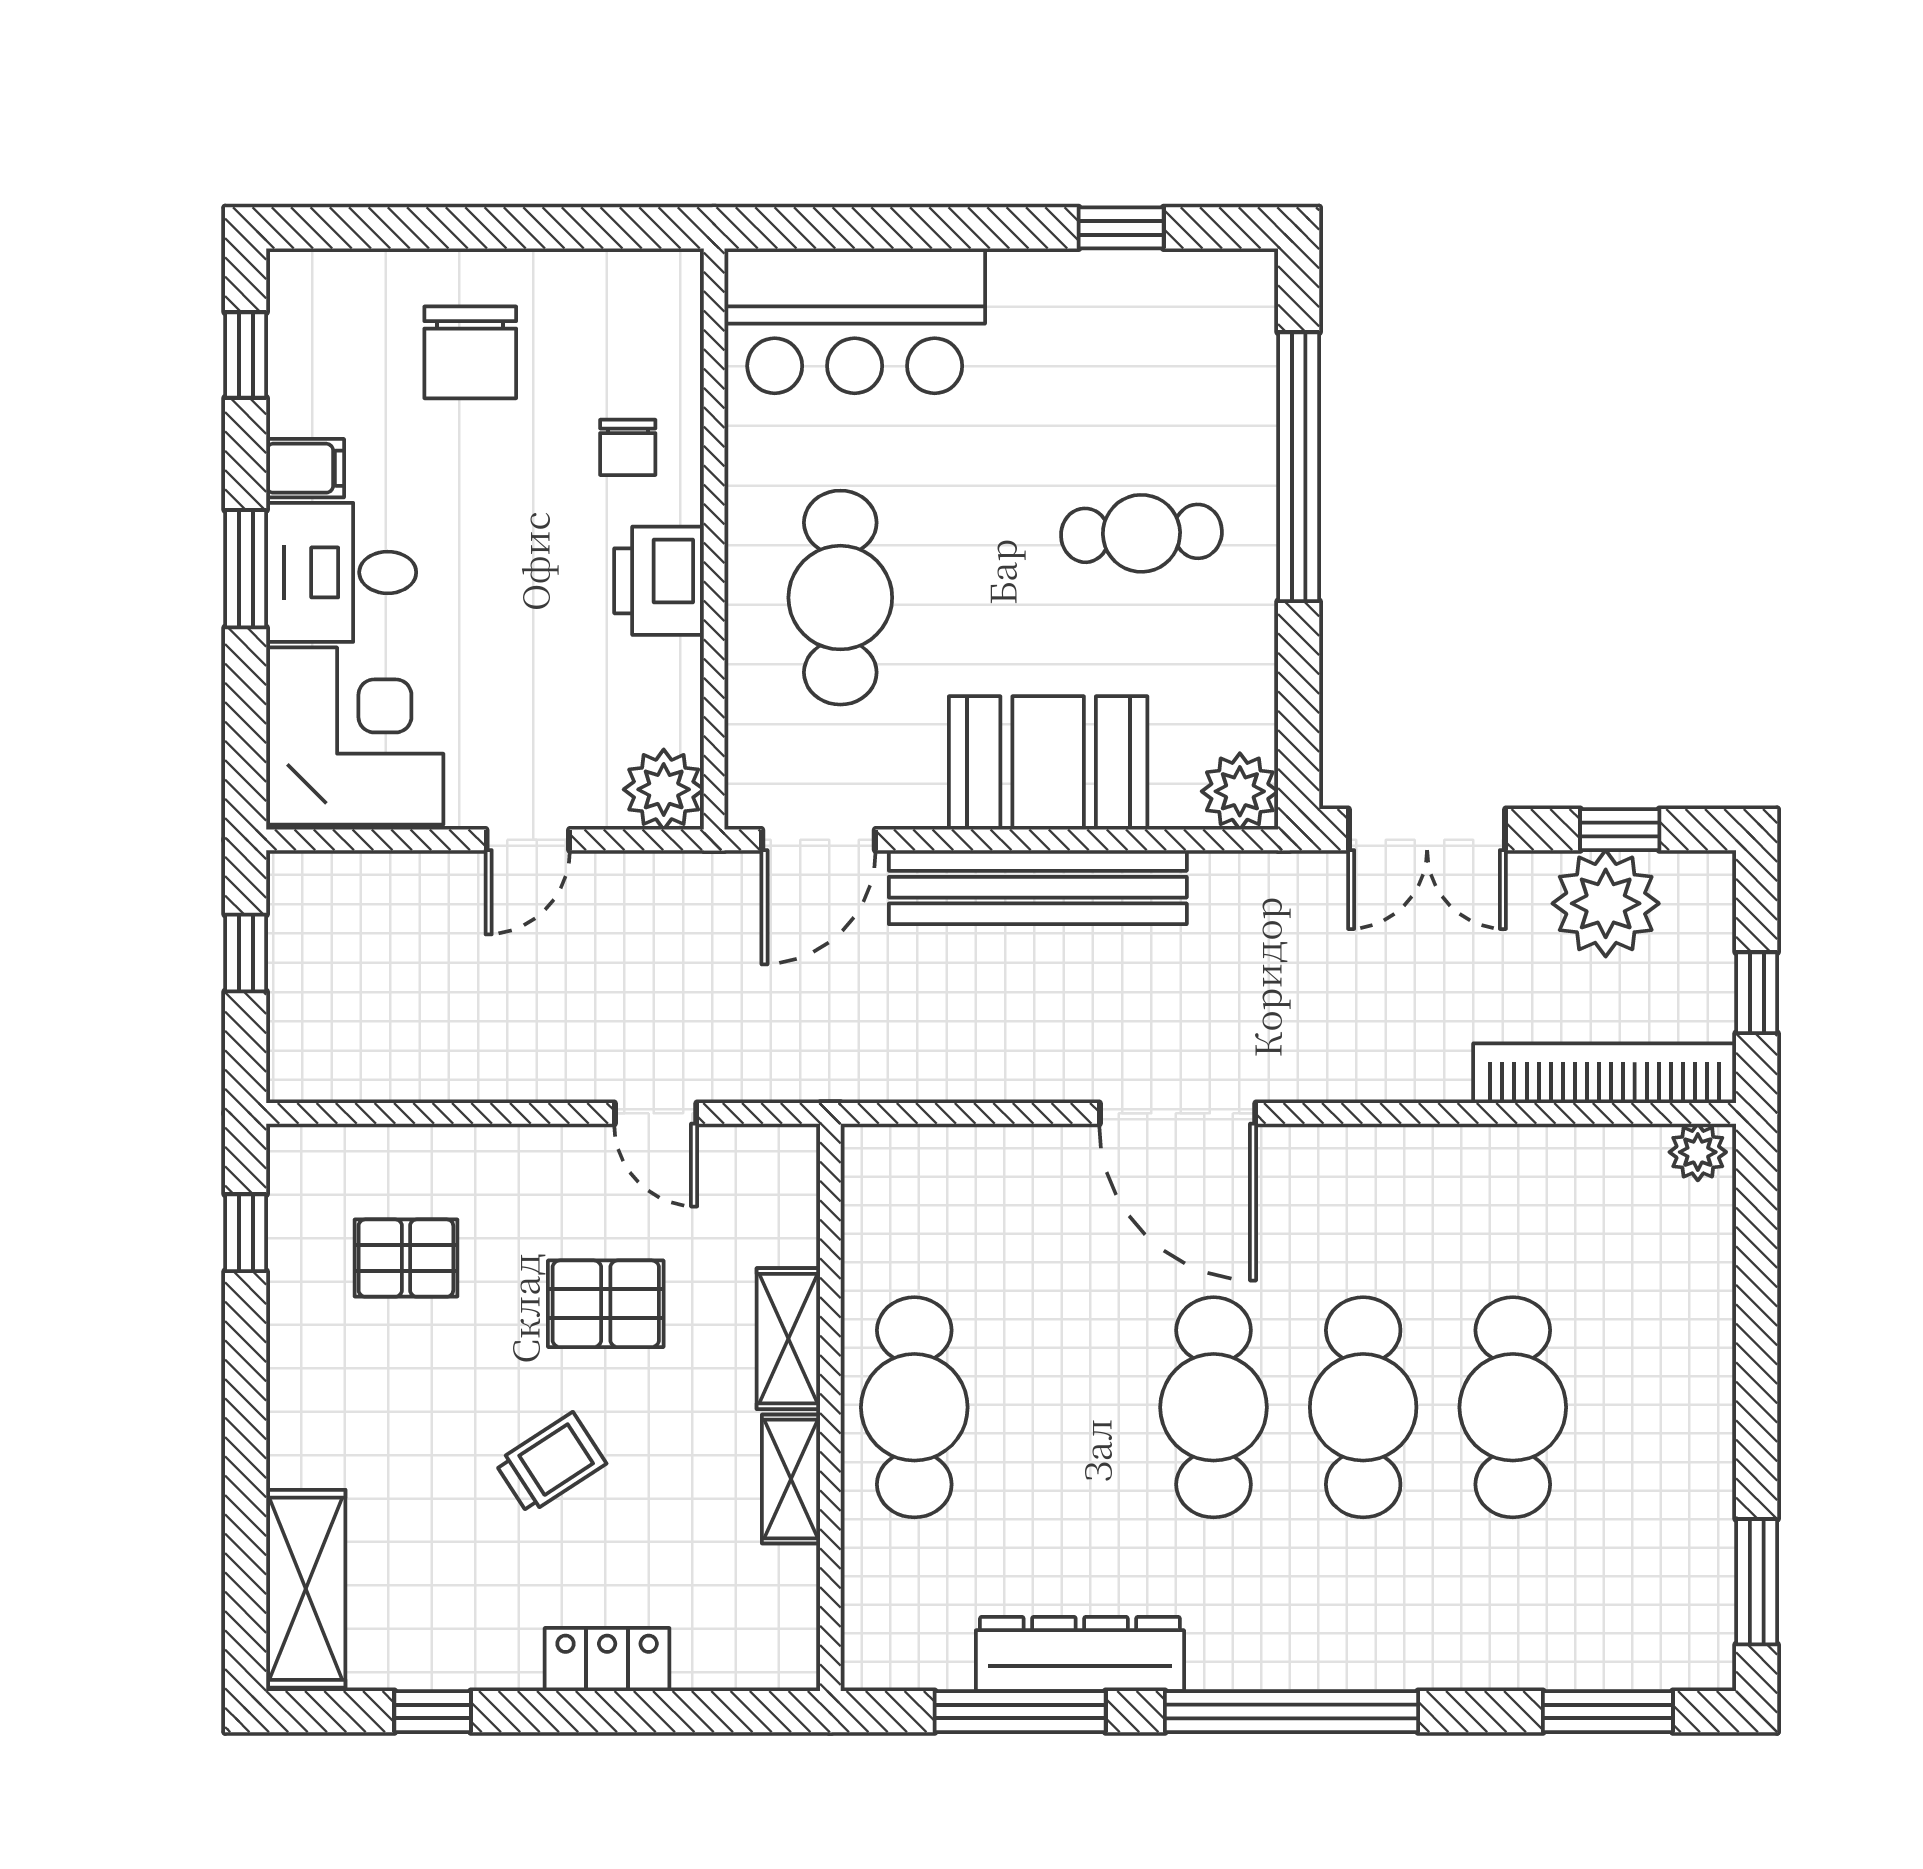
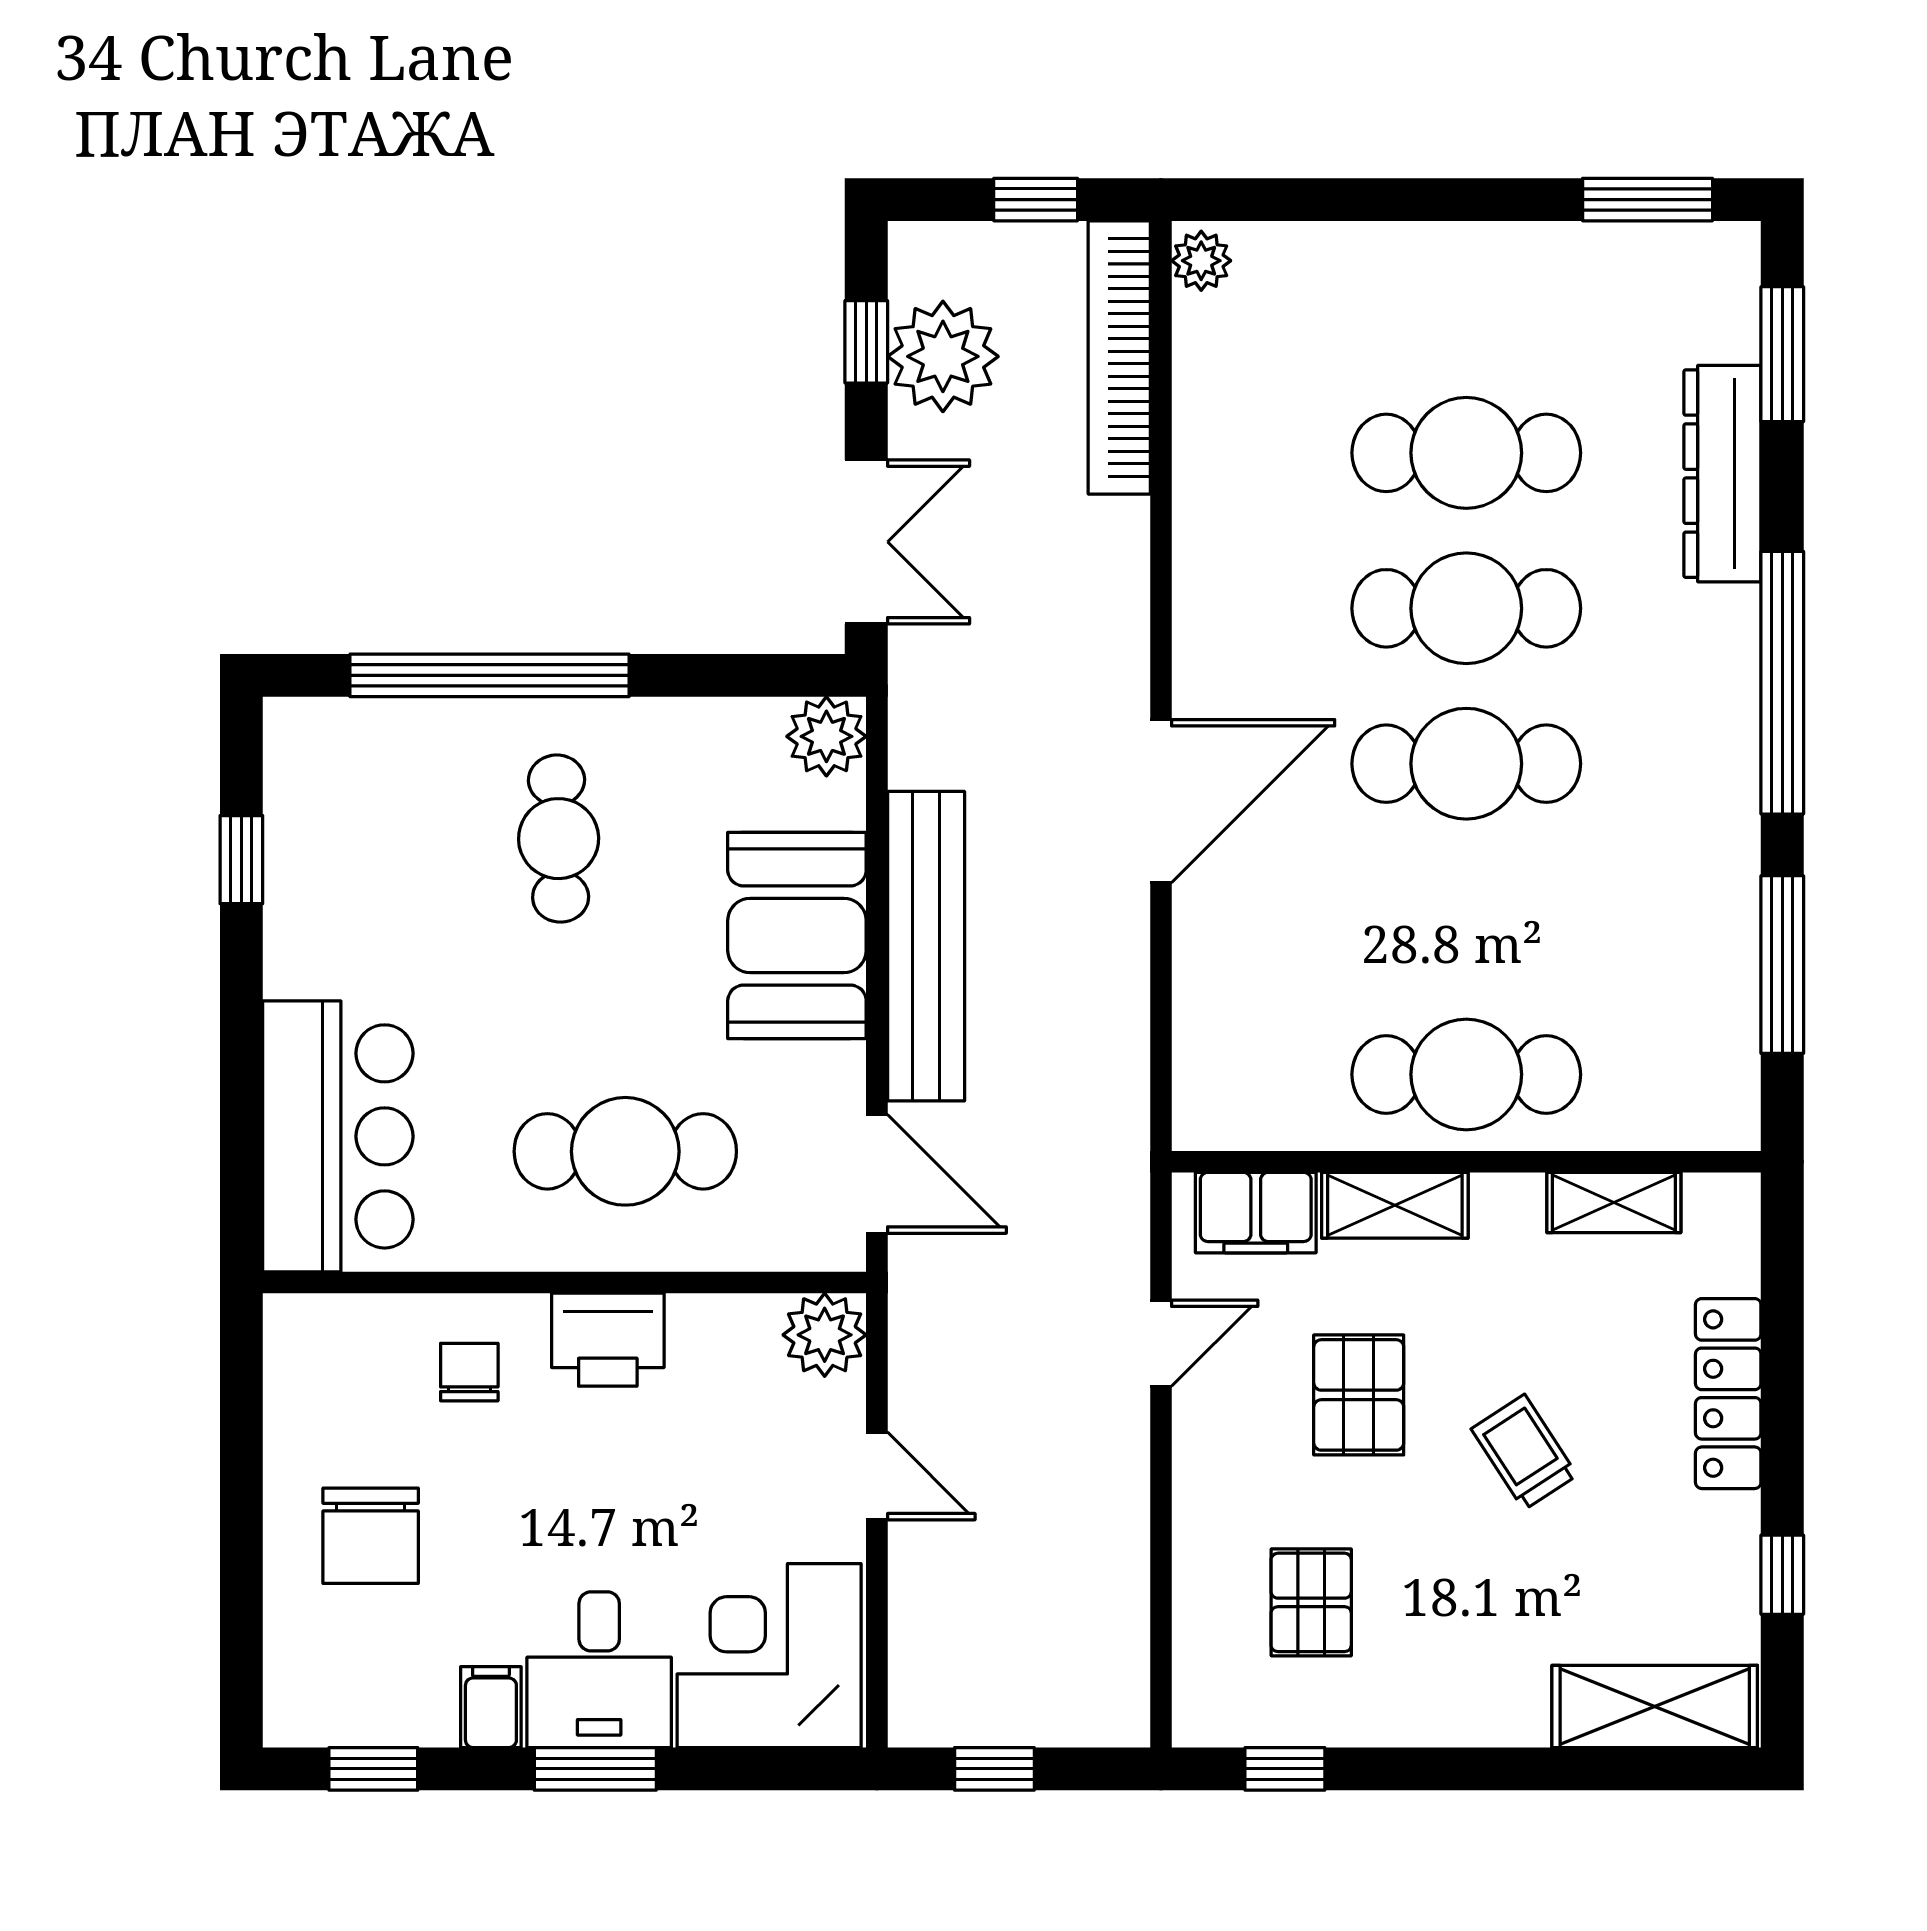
chair: (470, 352) -> (371, 1536), turned 90
chair: (628, 447) -> (469, 1372), turned -90
filing cabinet: (781, 1205) -> (1256, 1213), added
shelving: (791, 1479) -> (1614, 1203), moved
dresser: (1080, 1654) -> (1722, 474), moved
locker: (607, 1660) -> (1728, 1394), width x1.53

